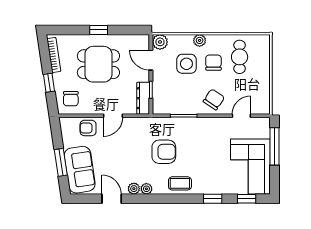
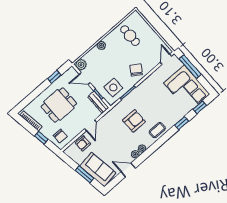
window: (99, 30) -> (54, 77), moved
chair: (213, 63) -> (119, 51), removed
side table: (186, 64) -> (113, 88), moved
door: (241, 116) -> (166, 59), moved

